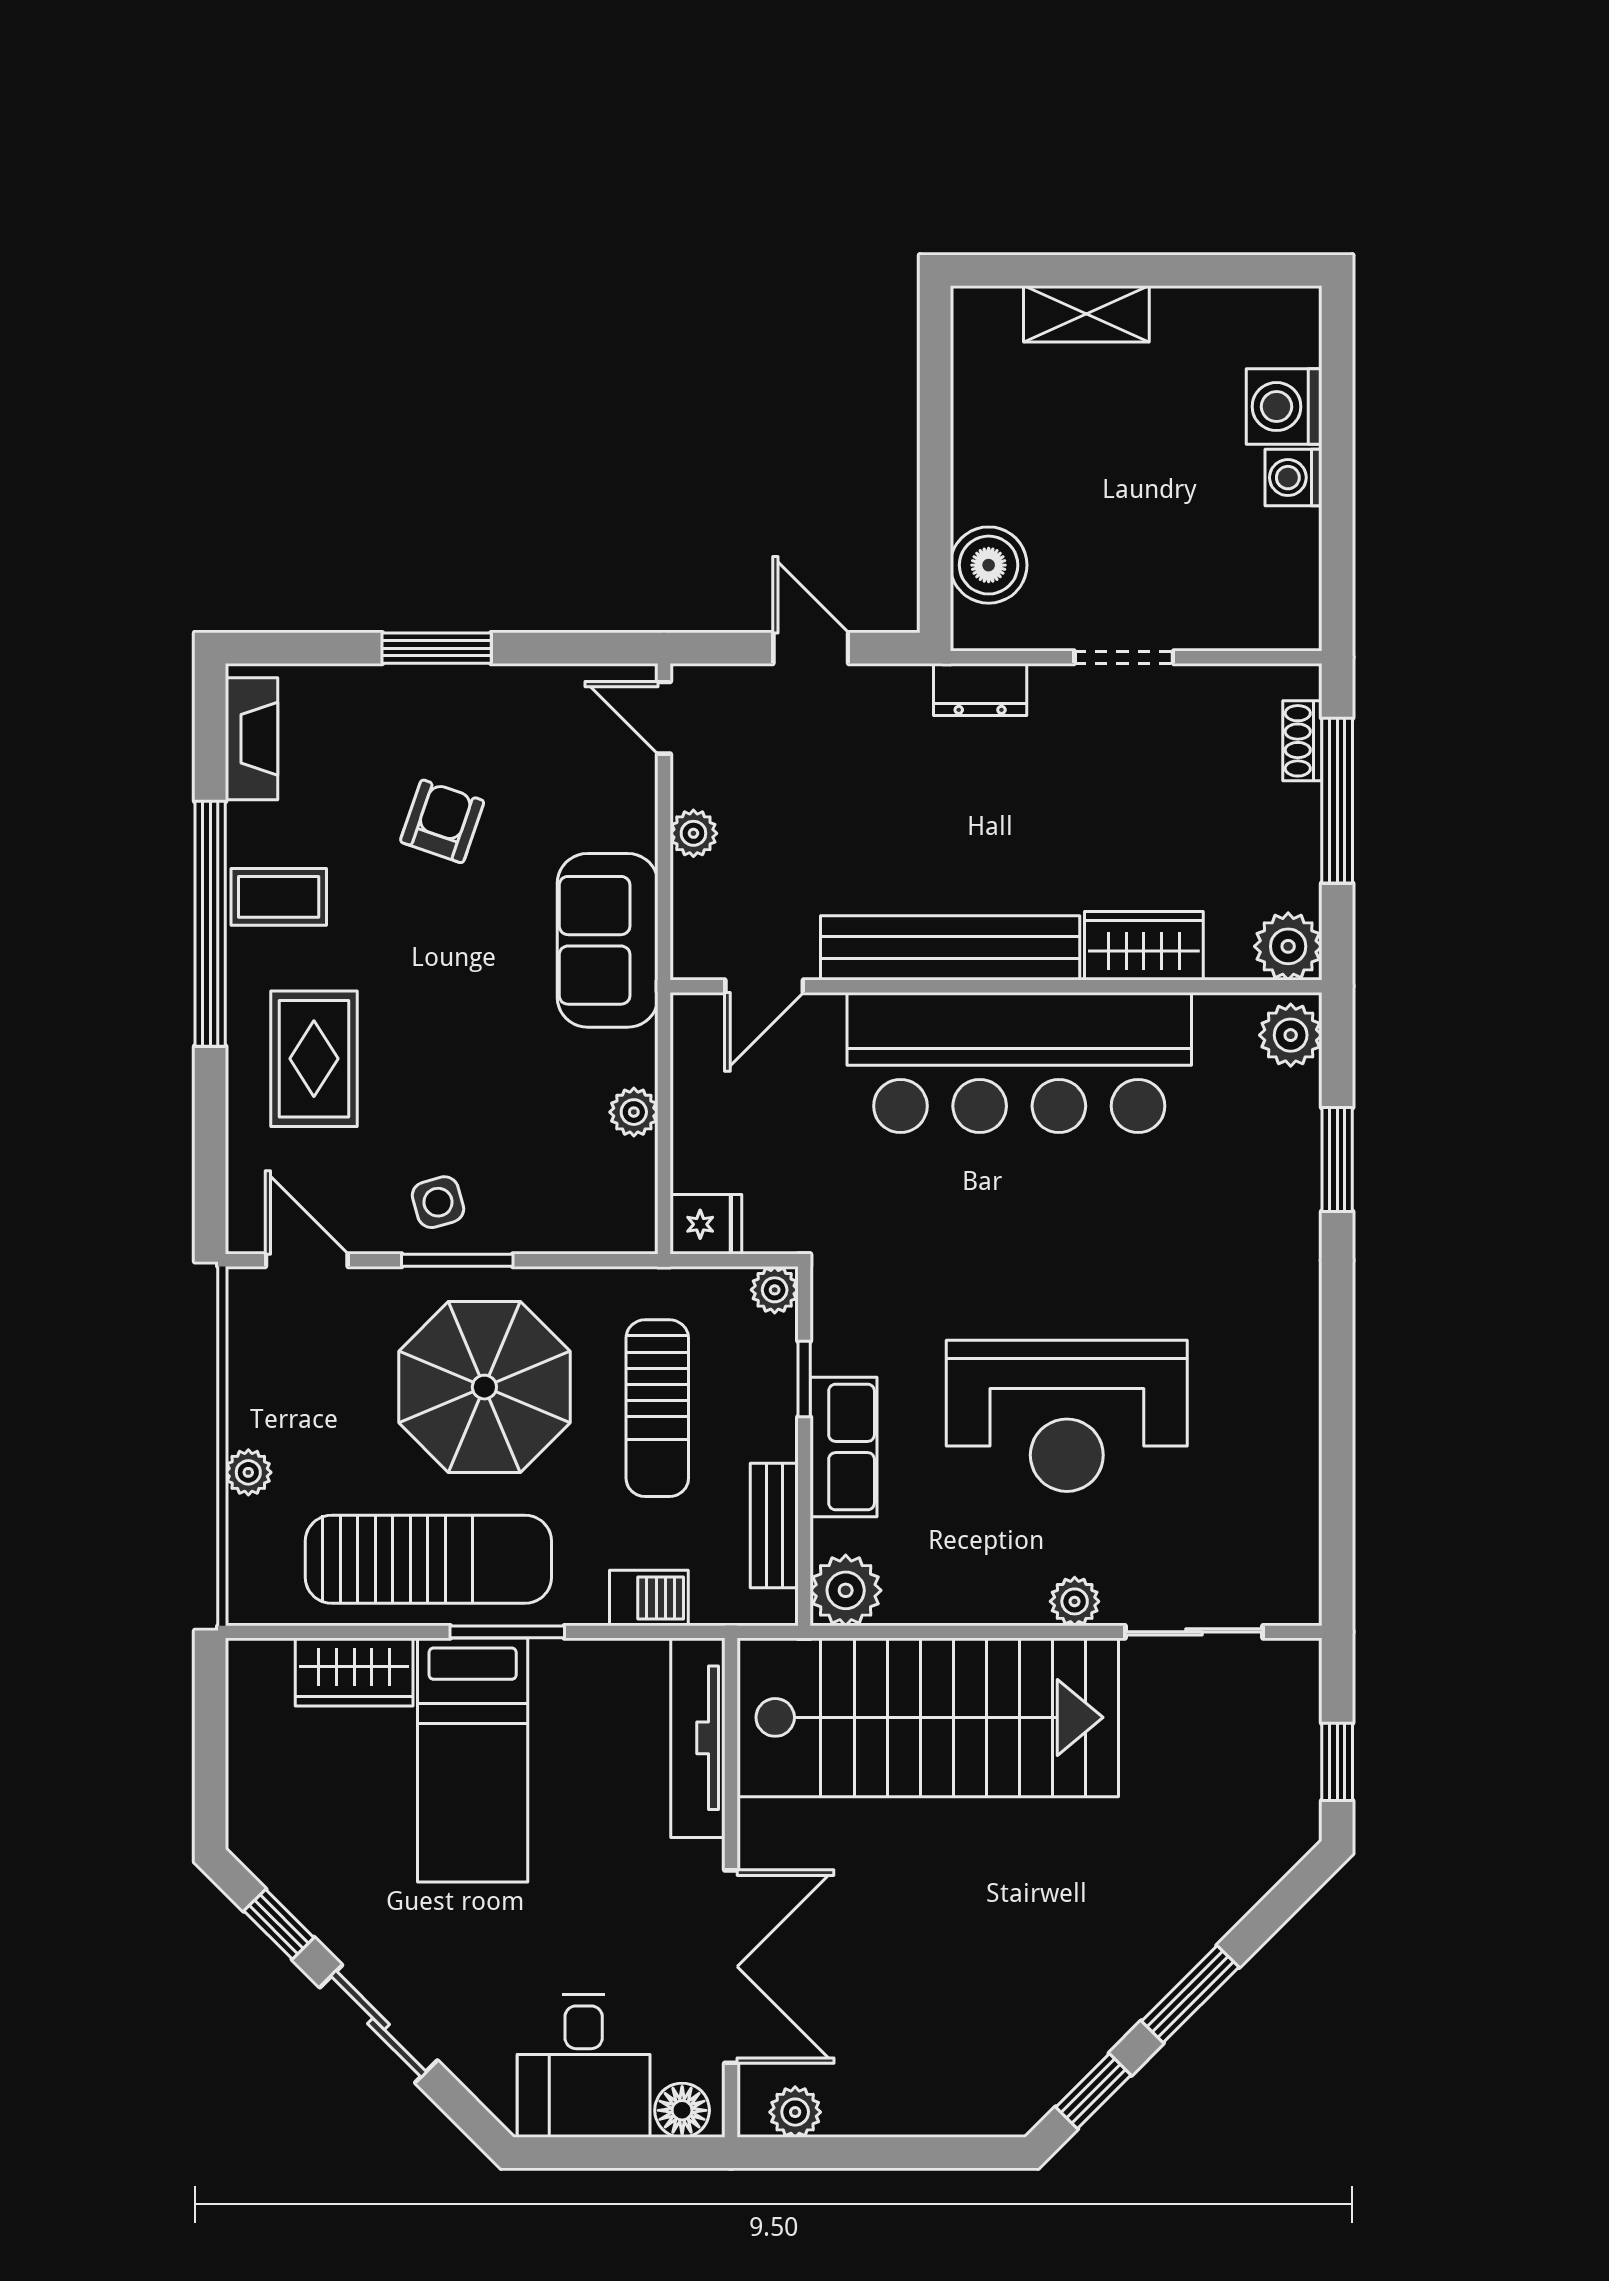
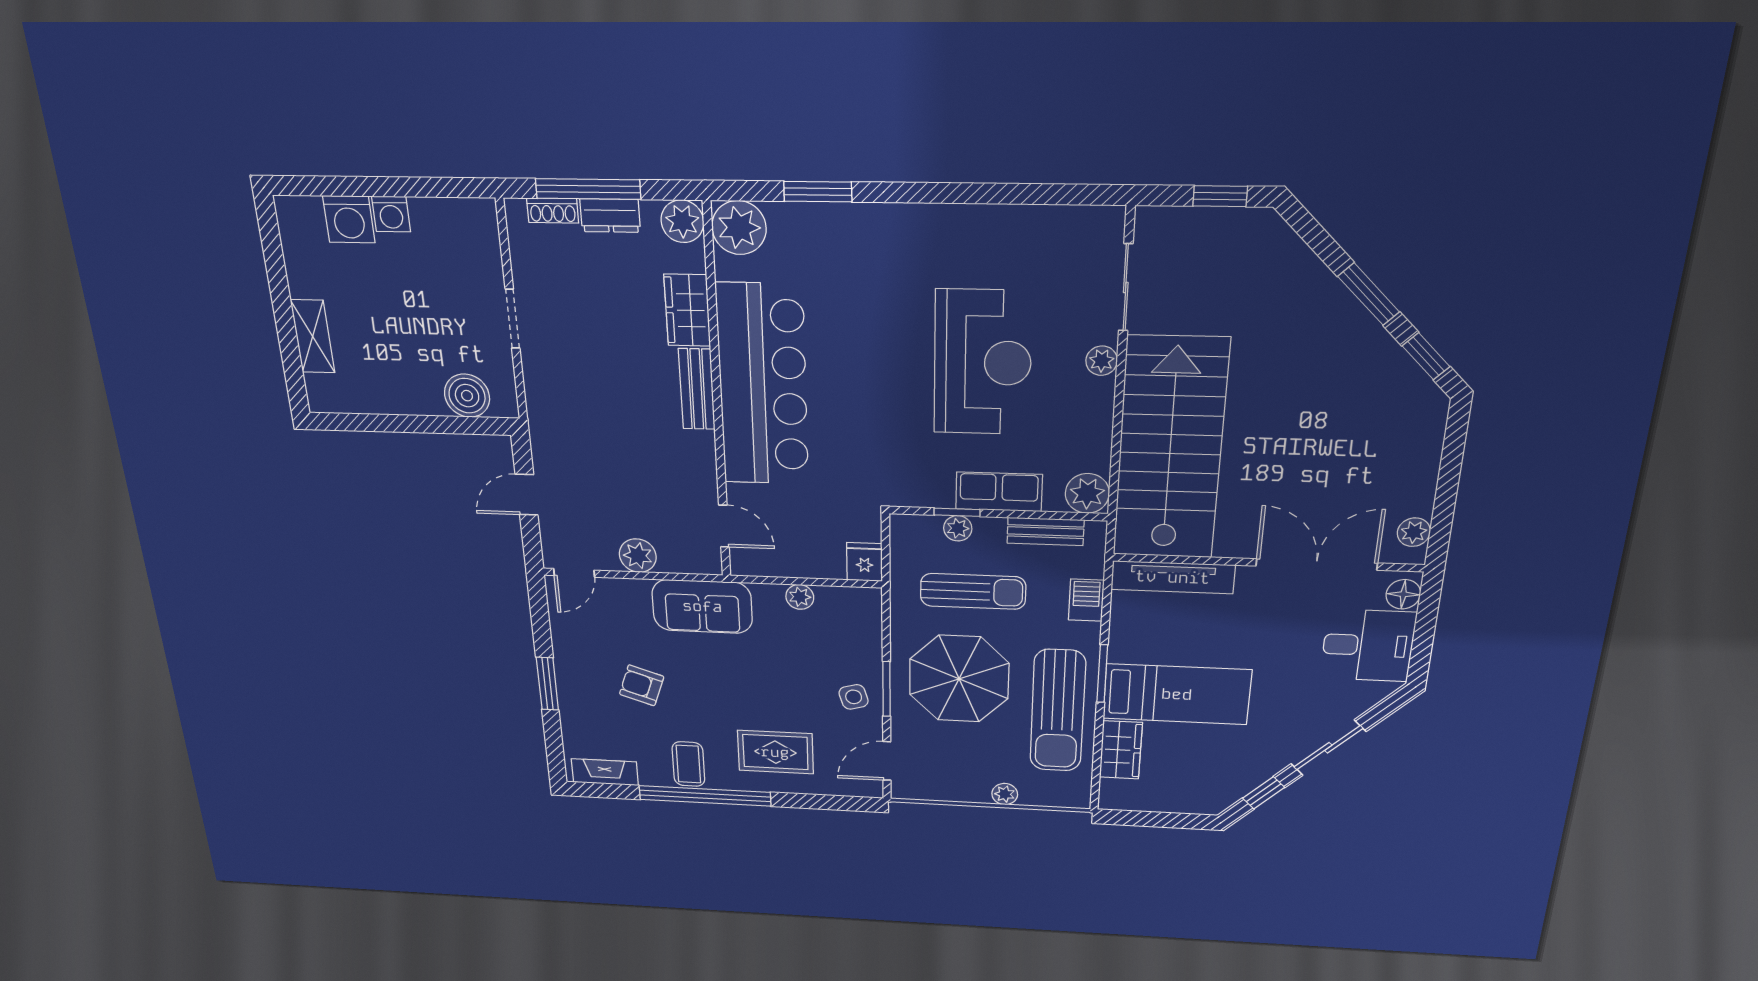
dresser: (980, 689) -> (610, 216), moved, turned 90
plant: (693, 833) -> (638, 556), width x1.38, depth x1.38
bench: (950, 948) -> (697, 389), width x0.54, depth x0.82
plant: (1291, 1035) -> (739, 228), width x1.36, depth x1.36
plant: (775, 1290) -> (958, 528), moved
sun lounger: (428, 1559) -> (1058, 711), turned 180

